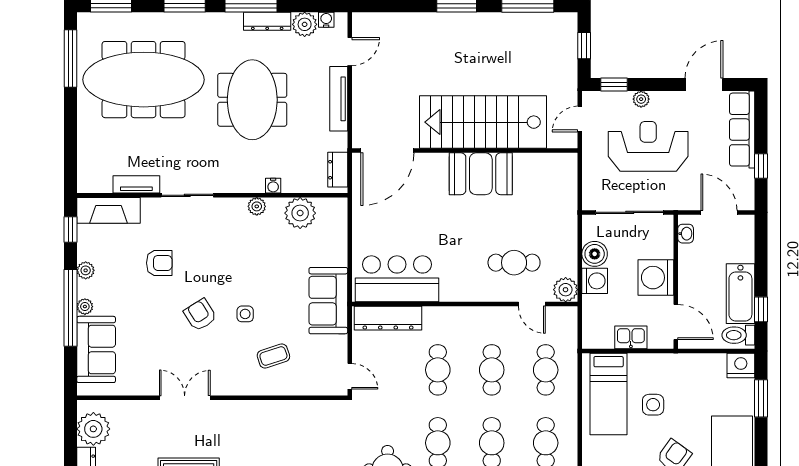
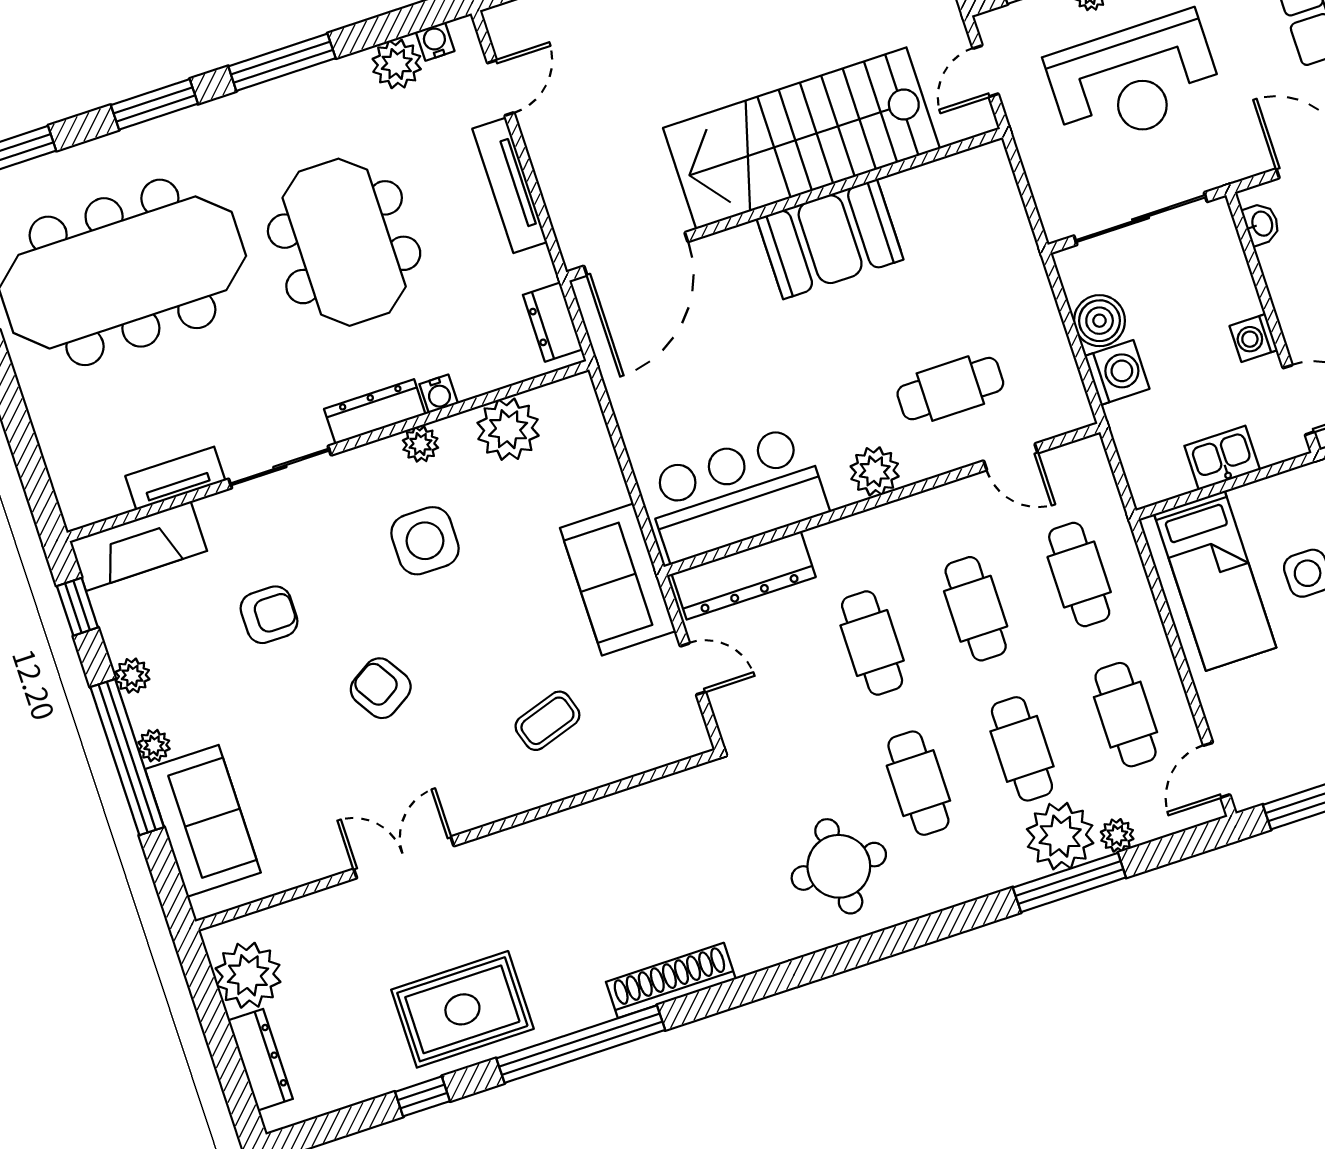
dresser: (267, 21) -> (375, 412), moved, turned 180
reception desk: (648, 146) -> (1134, 80), turned 180
washing machine: (656, 278) -> (1254, 338), width x0.53, depth x0.53
plant: (566, 290) -> (875, 471), moved
side table: (245, 314) -> (425, 541), moved, width x1.87, depth x1.87
door: (350, 376) -> (693, 669), moved

